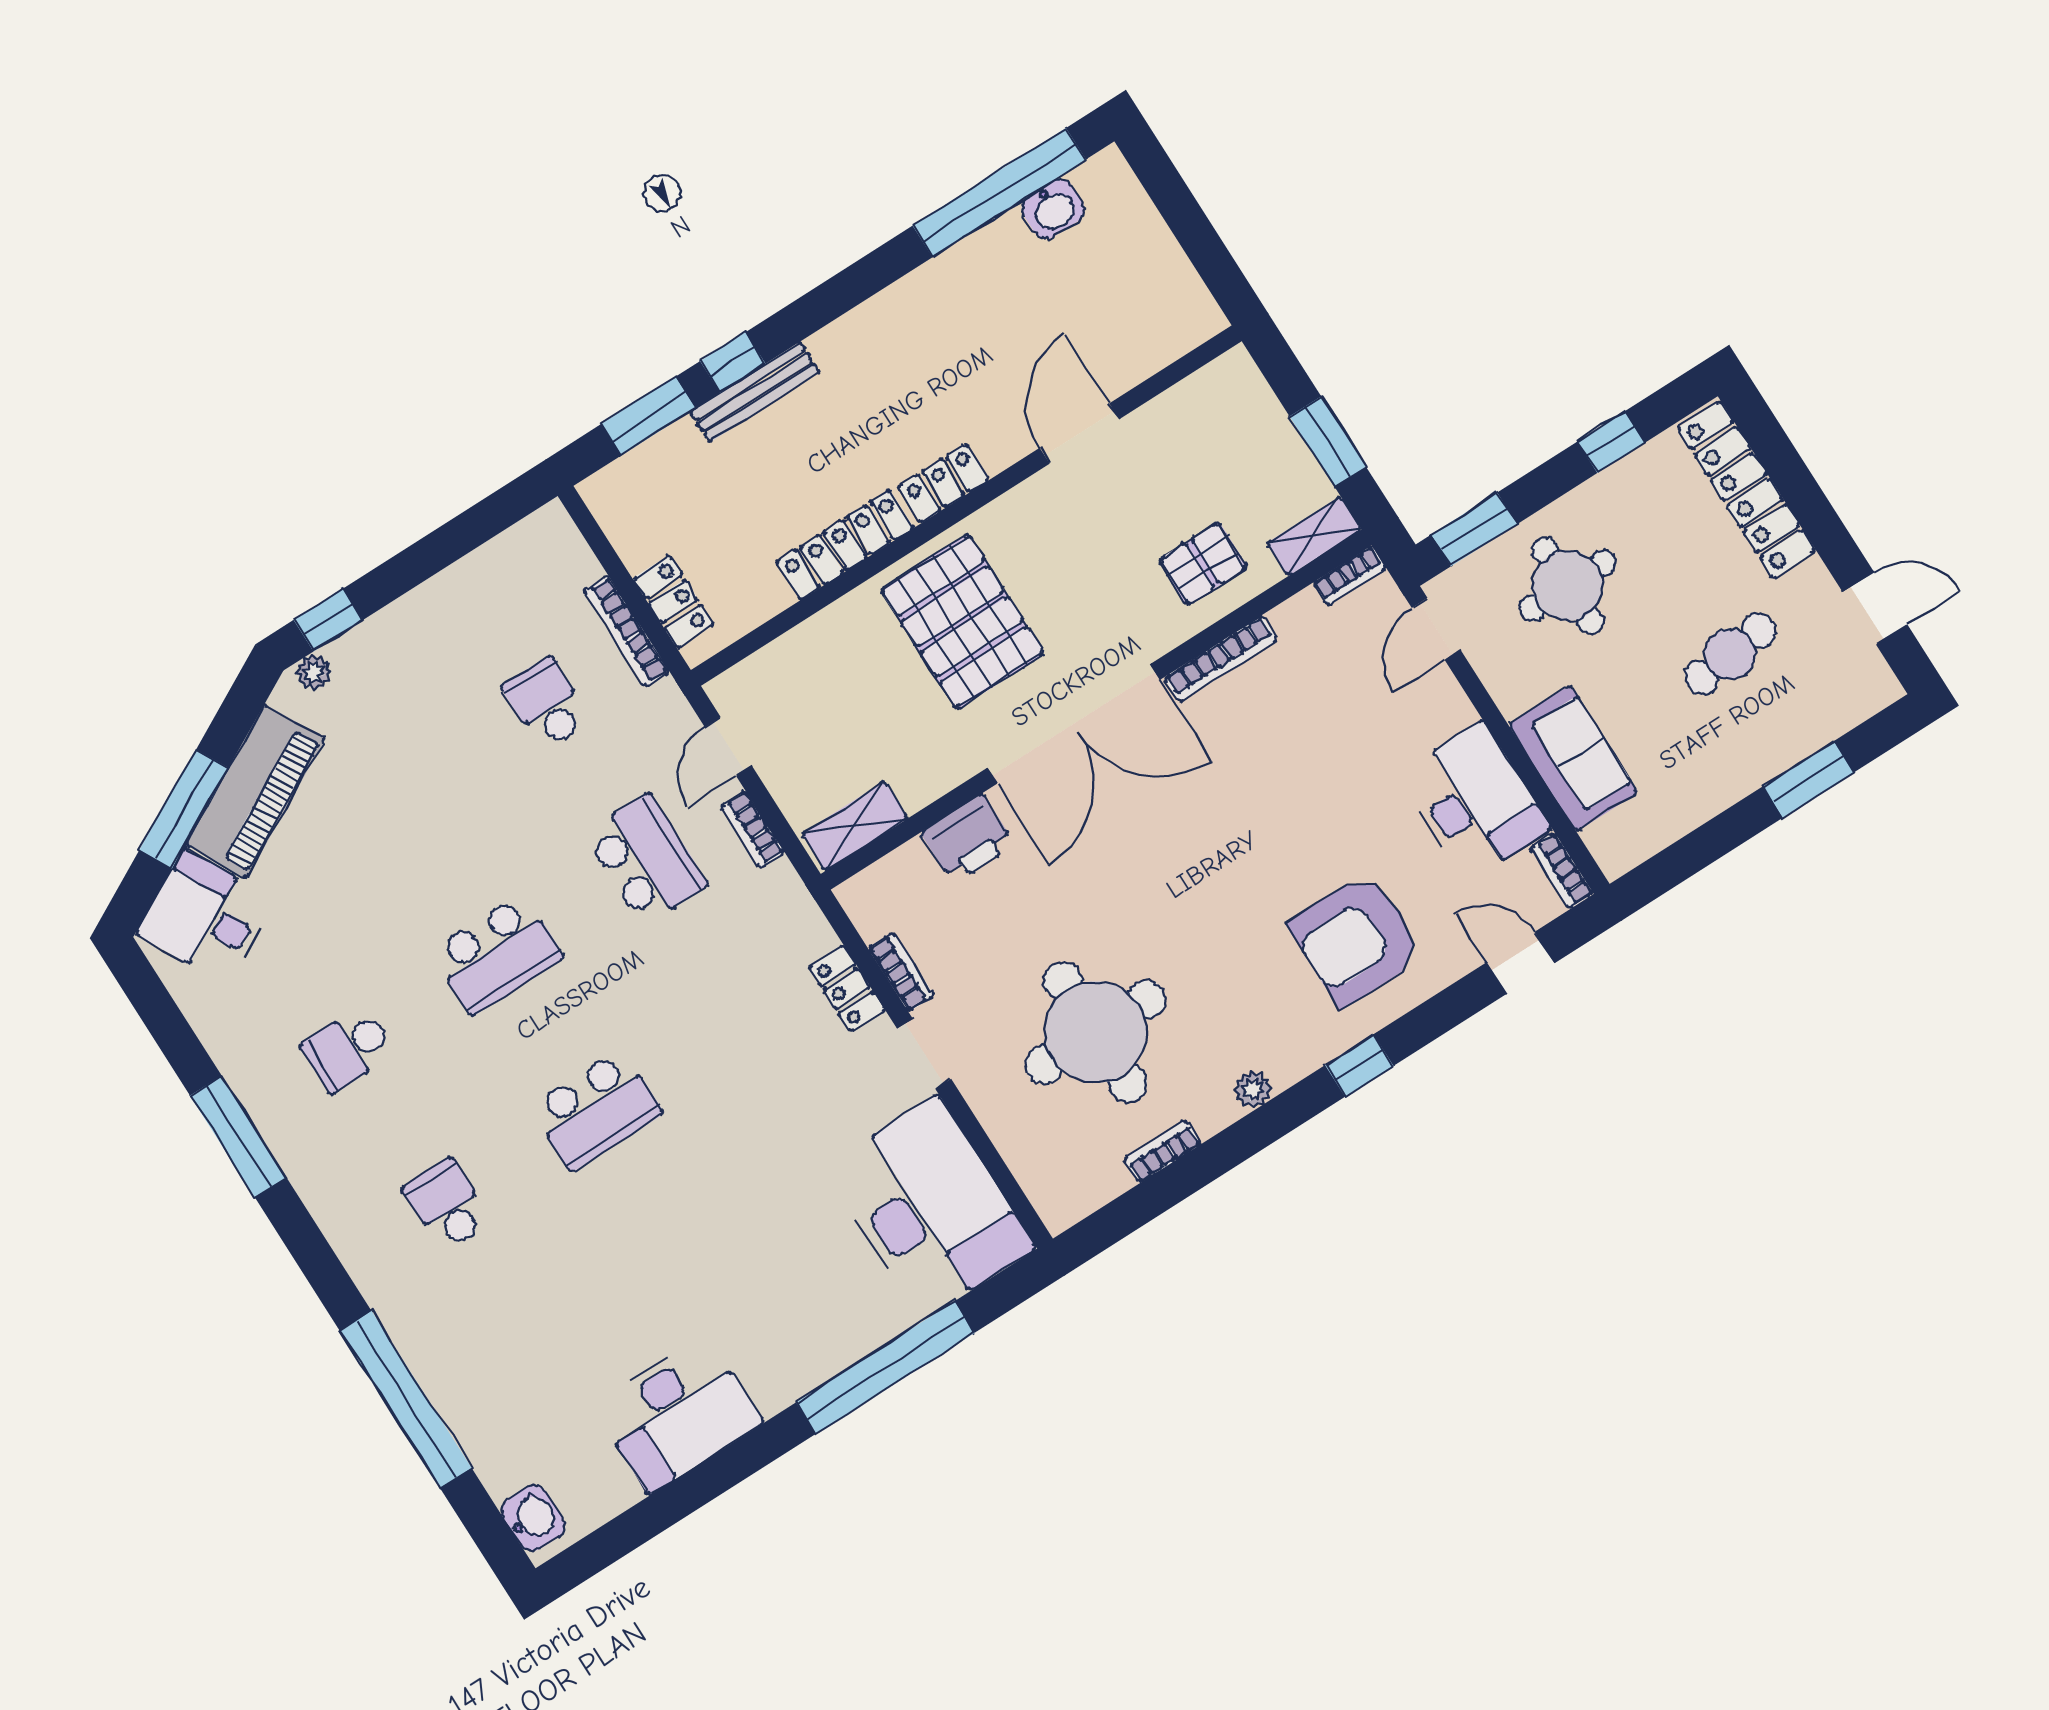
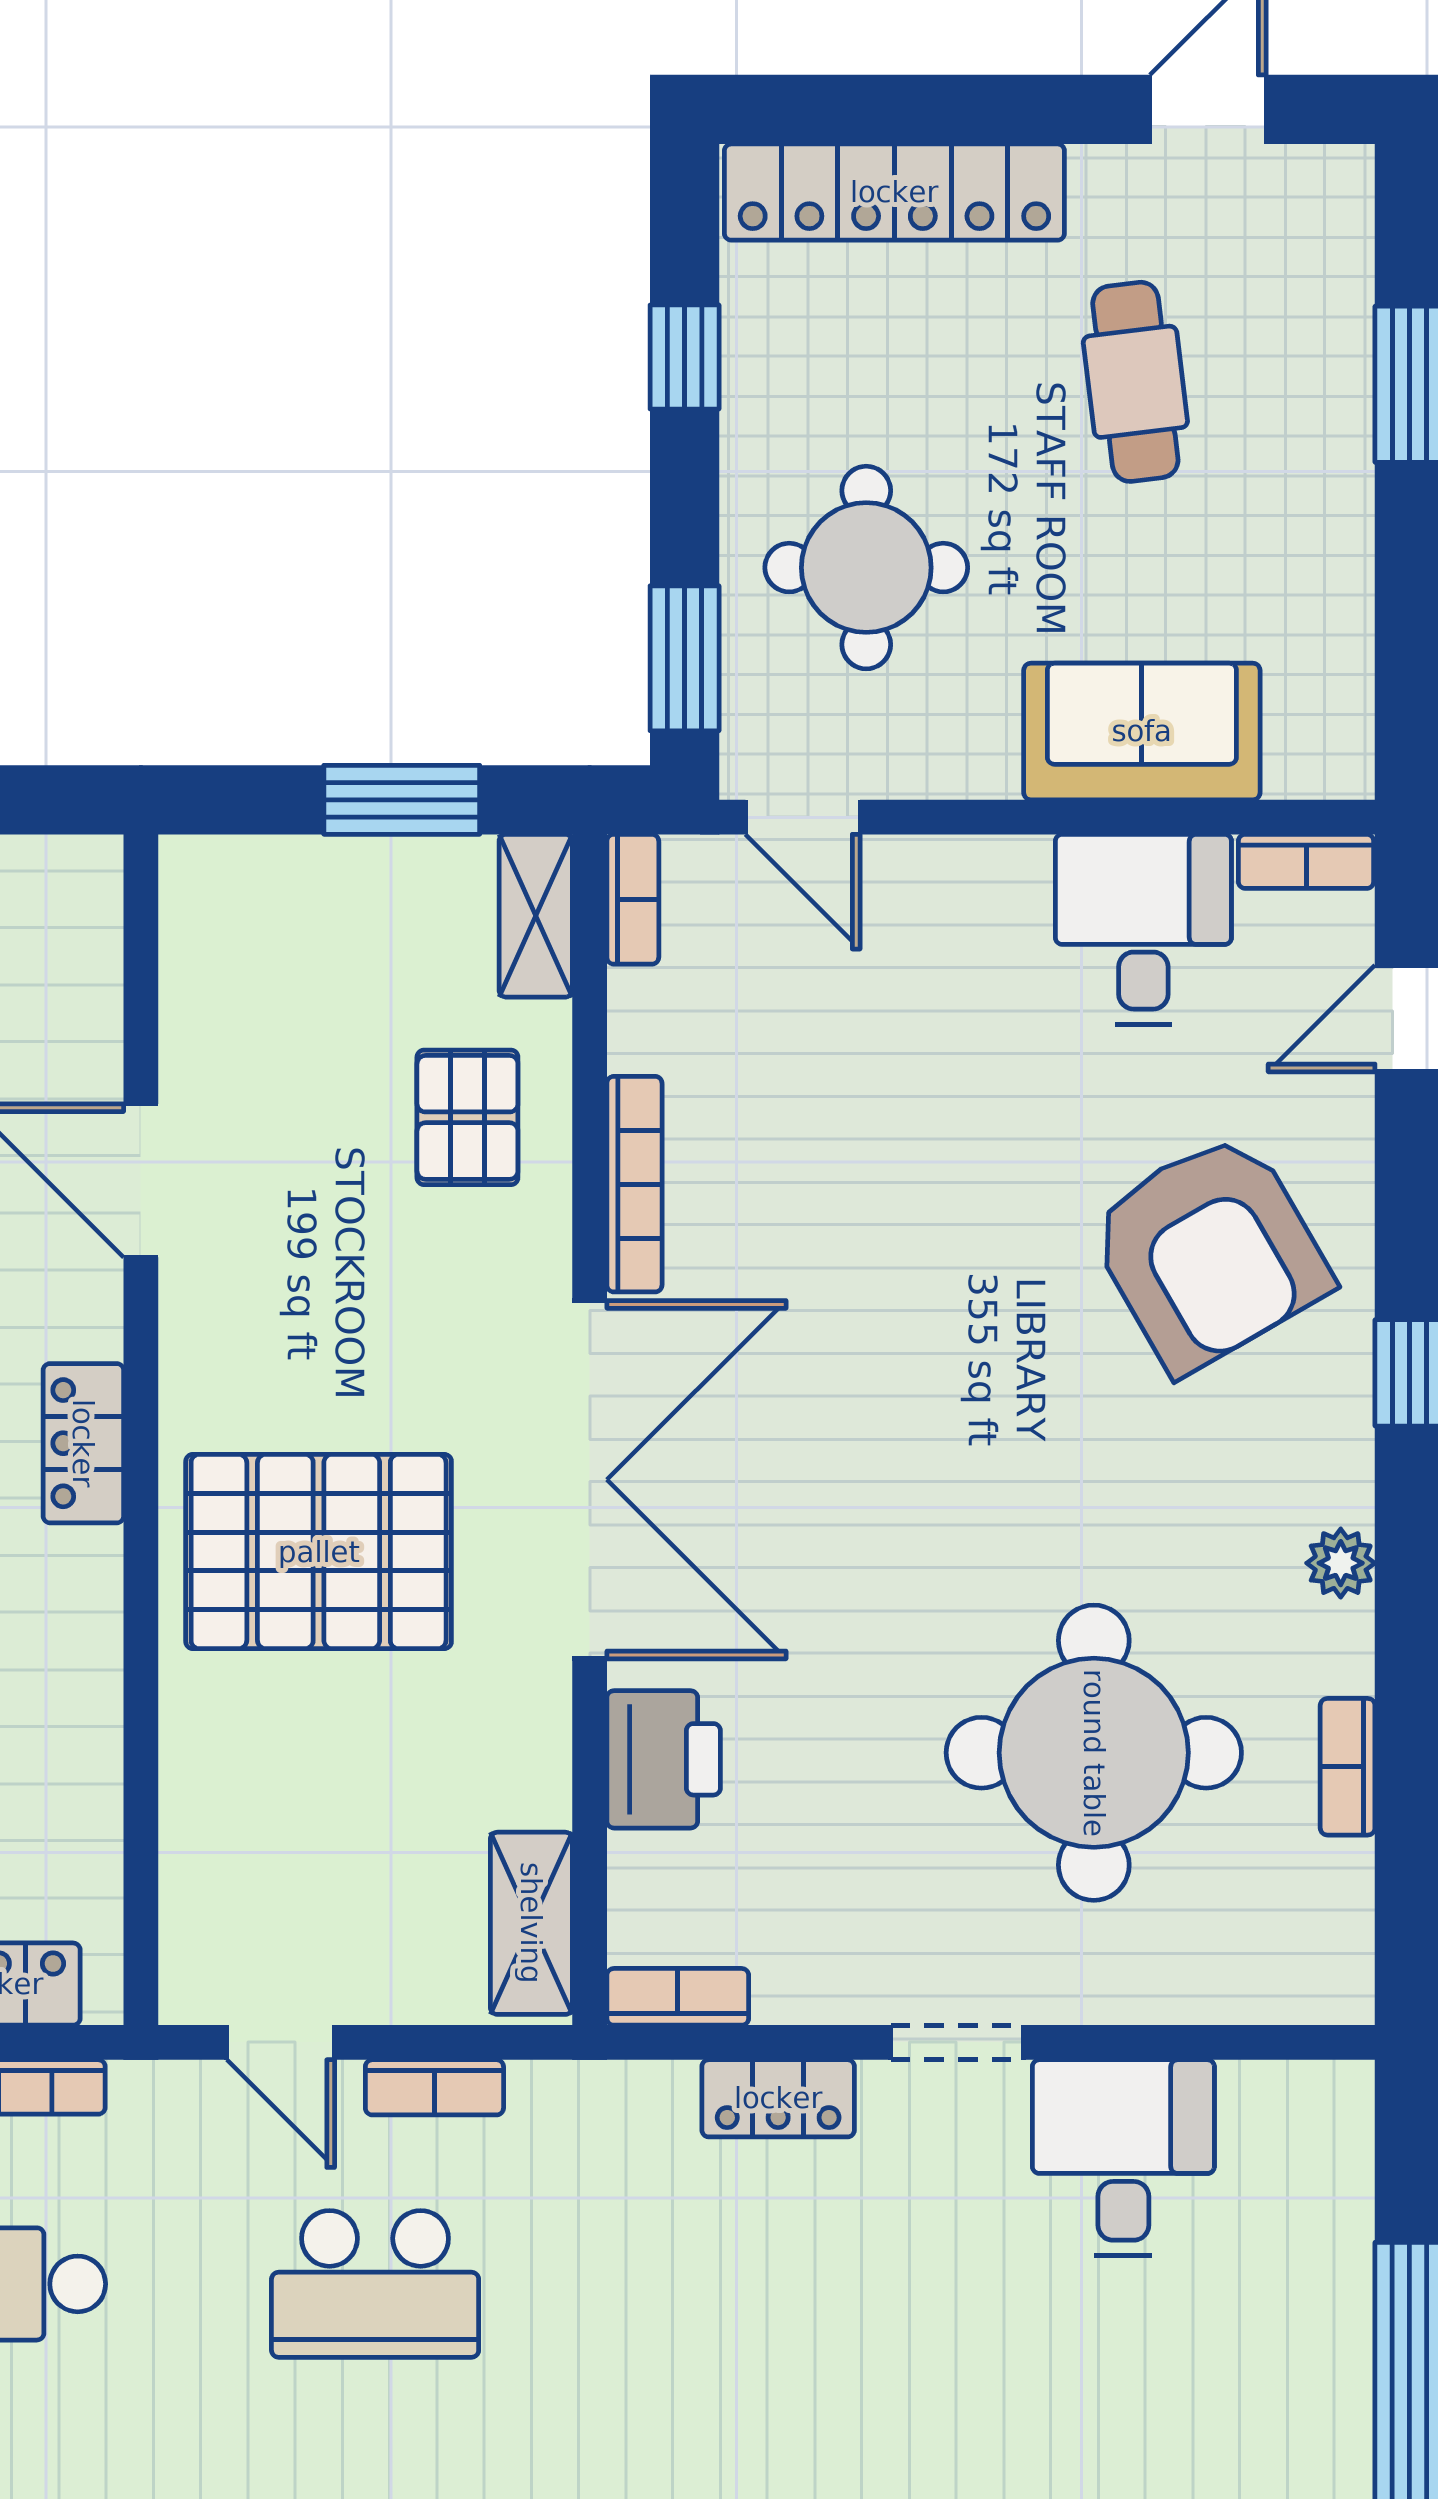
locker: (845, 545) -> (81, 1659), removed
desk: (1474, 801) -> (1143, 929), width x0.73
school desk: (646, 859) -> (375, 2284), turned 180
armchair: (1356, 939) -> (1209, 1252), turned -30
bookcase: (901, 972) -> (678, 1997), moved
desk: (929, 1207) -> (1123, 2158), width x0.53, depth x0.77

